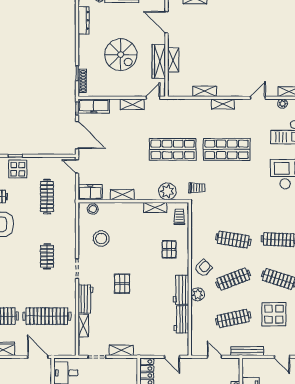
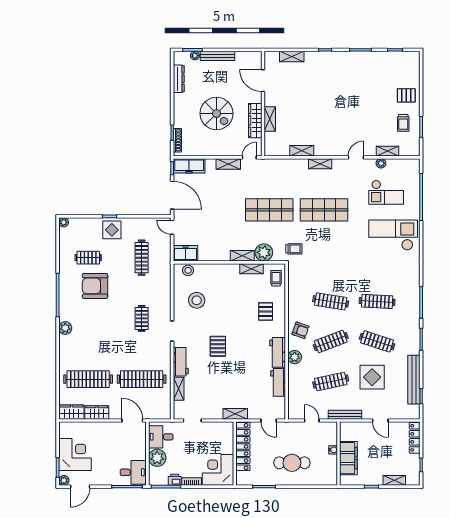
shelving: (122, 195) -> (242, 256), moved
armchair: (203, 268) -> (300, 330), turned 65
shelving: (121, 350) -> (235, 414), moved

